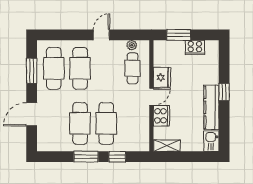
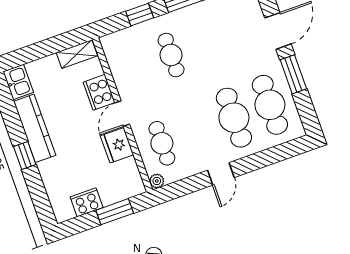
plant: (132, 45) -> (157, 181), moved
window: (32, 71) -> (293, 74), moved
cafe table: (80, 123) -> (207, 42), removed
cafe table: (106, 123) -> (171, 55), width x0.73, depth x0.74

